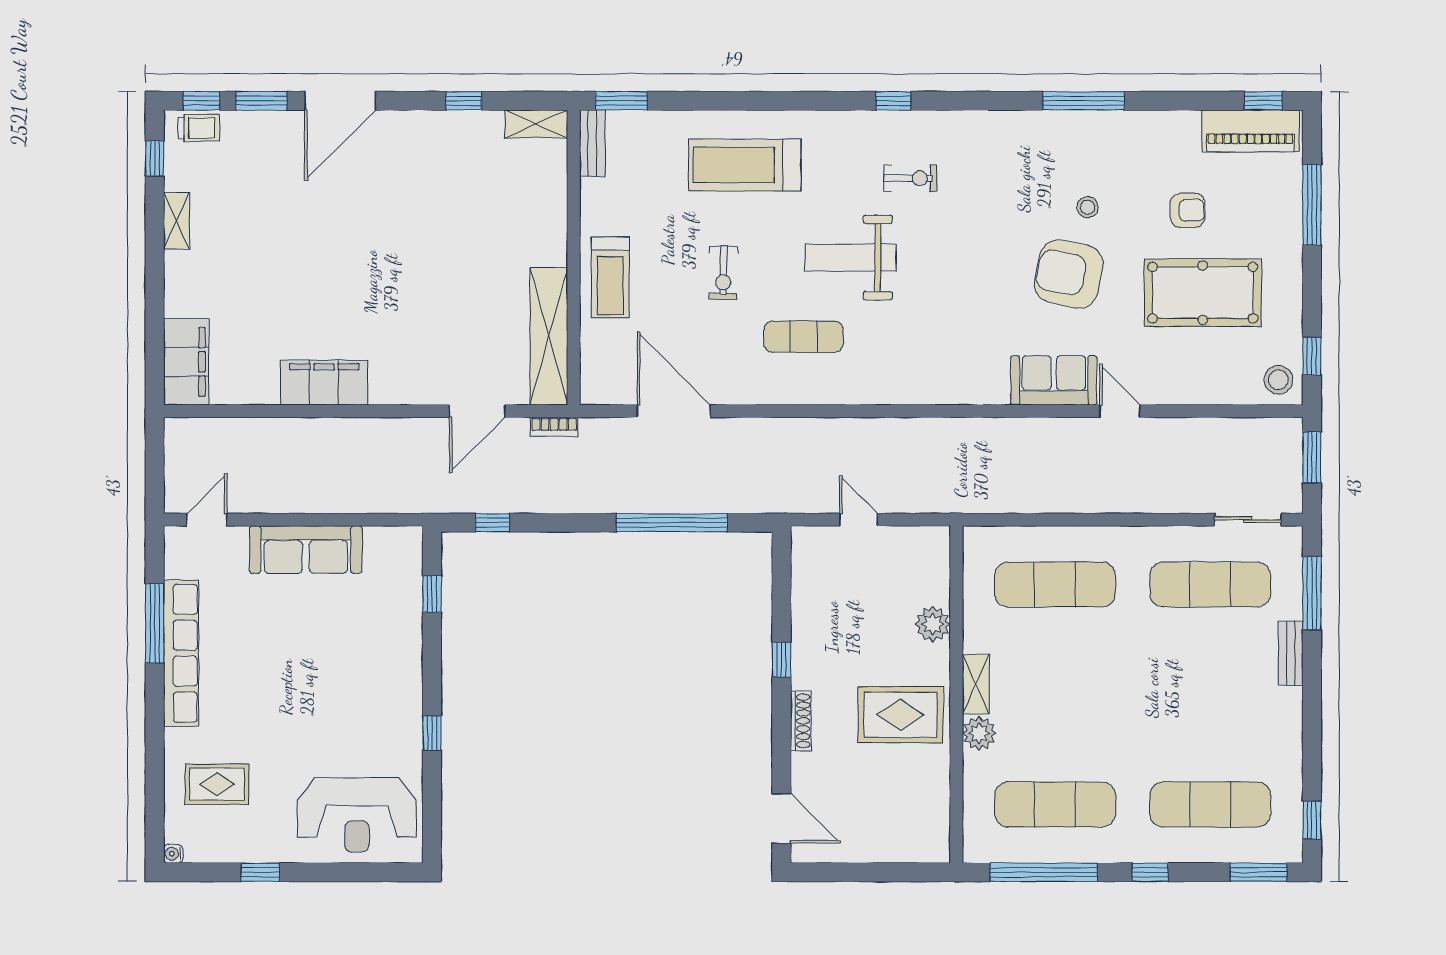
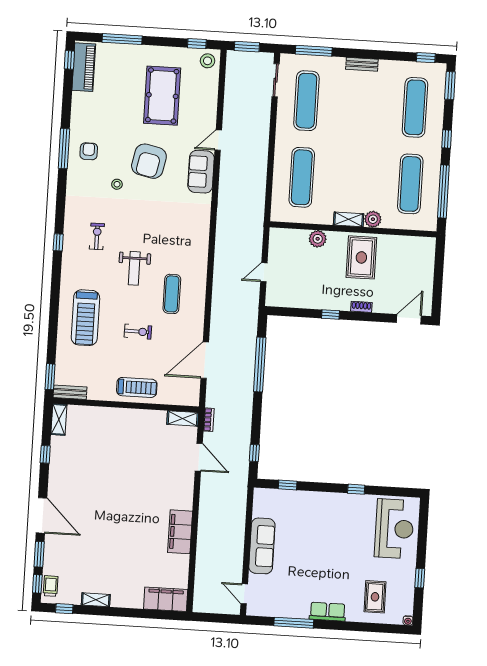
stool: (1088, 207) -> (117, 184), moved
armchair: (1188, 210) -> (89, 151), moved
weight bench: (850, 258) -> (134, 268), width x0.73, depth x0.75
shelving: (549, 336) -> (183, 418), width x0.45, depth x0.75
row of seats: (181, 653) -> (328, 612), width x0.50
bench: (1291, 653) -> (362, 64), moved
shoe rack: (801, 721) -> (361, 307), width x0.70

